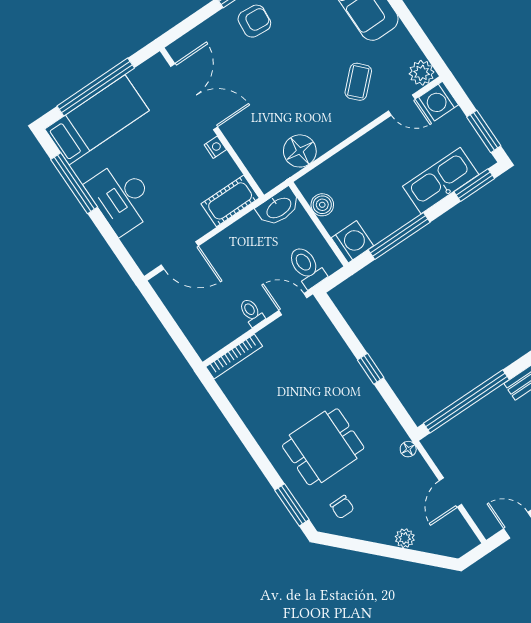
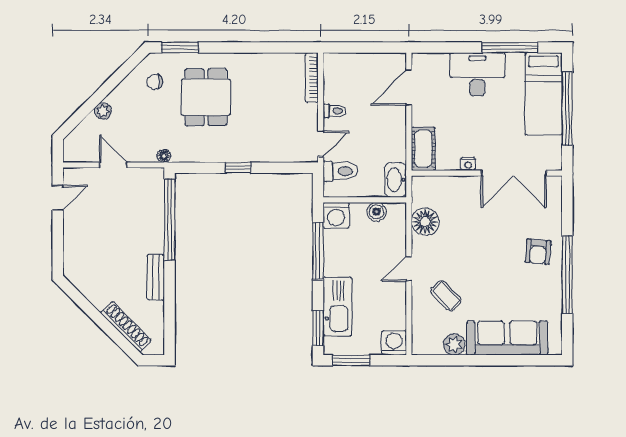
plant: (422, 73) -> (454, 344), moved
door: (402, 105) -> (409, 269), moved

